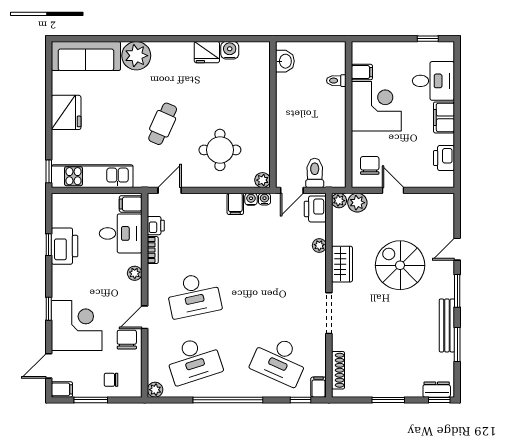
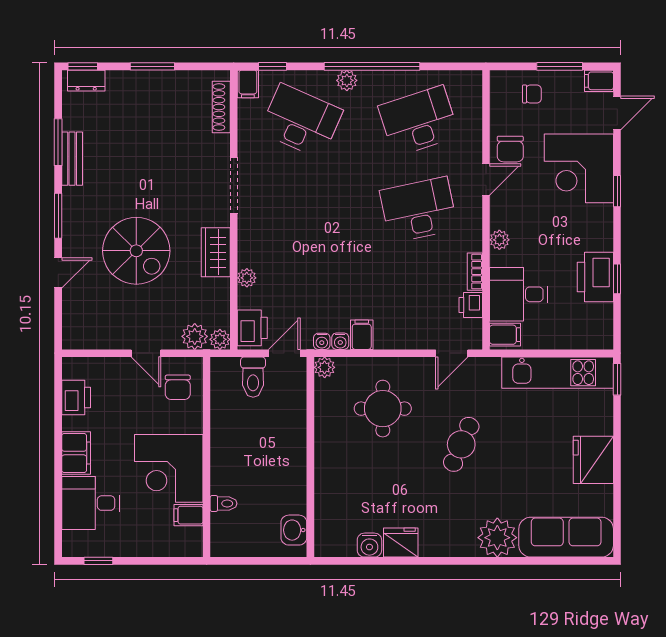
bench: (447, 325) -> (72, 159), width x0.73
plant: (155, 390) -> (347, 80), moved

